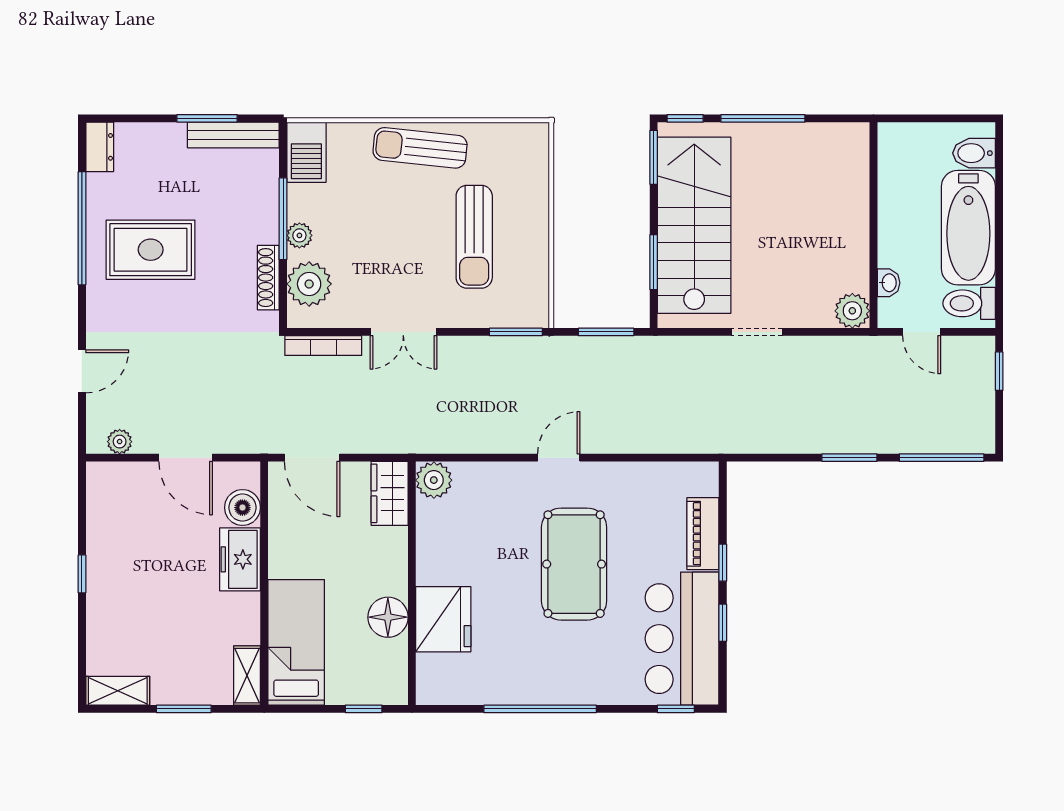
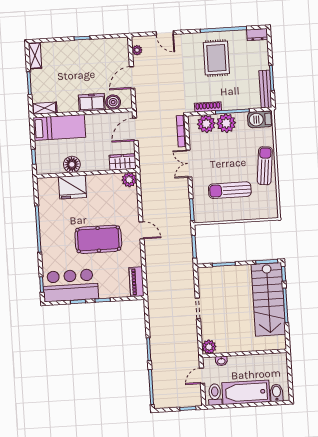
stairs: (694, 225) -> (268, 299), moved, turned 90
plant: (299, 235) -> (226, 123), width x1.87, depth x1.87
piano: (703, 534) -> (136, 282), moved, turned -90

